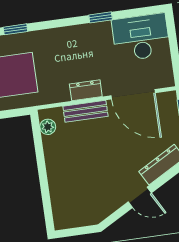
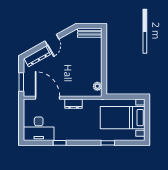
bench: (85, 111) -> (90, 33), moved
door: (140, 197) -> (52, 40), swing flipped

